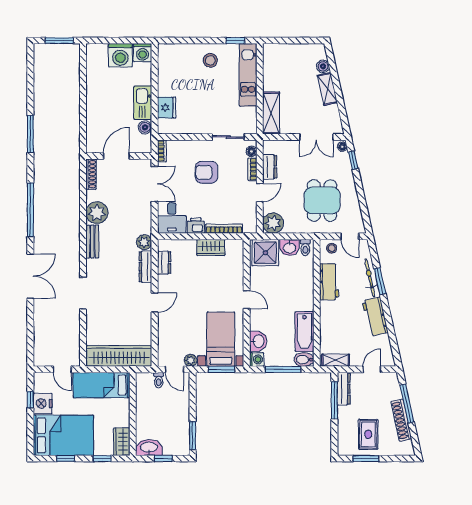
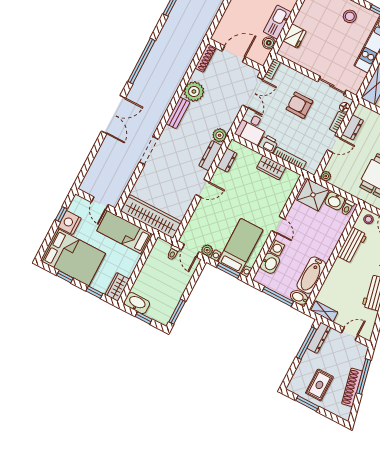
plant: (273, 223) -> (326, 176), width x0.53, depth x0.53
washing machine: (257, 359) -> (276, 248), moved

